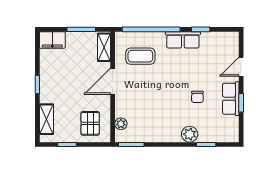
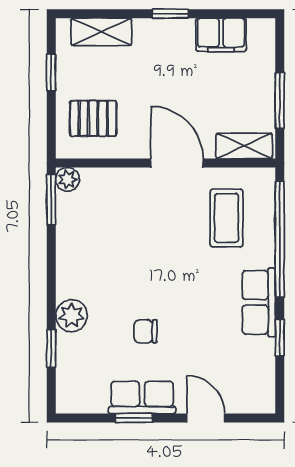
filing cabinet: (52, 40) -> (221, 35), moved, turned -90
plant: (121, 124) -> (68, 179), moved

